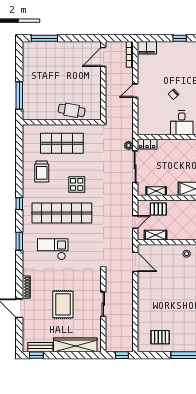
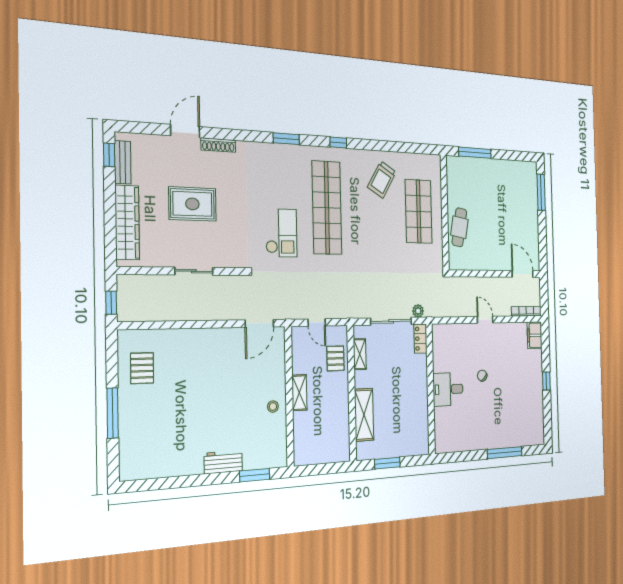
trolley: (42, 171) -> (382, 179), turned -59
display table: (77, 184) -> (366, 232), removed
shelving: (156, 235) -> (299, 393), moved
checkout: (53, 249) -> (281, 233), moved

